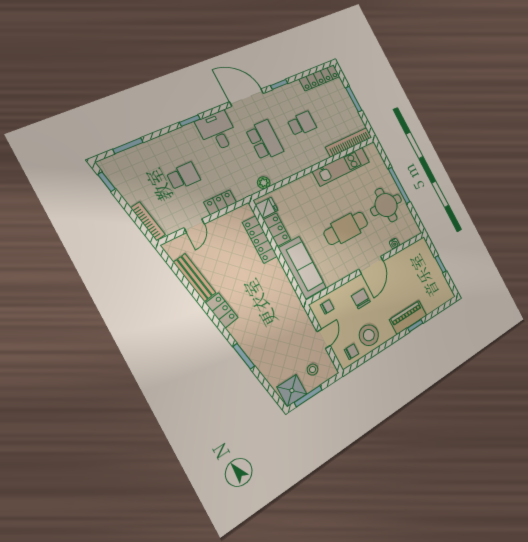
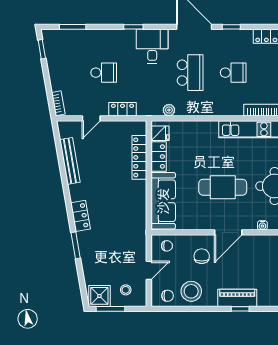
bookcase: (148, 221) -> (58, 103), width x0.64
locker: (222, 310) -> (80, 216), moved

